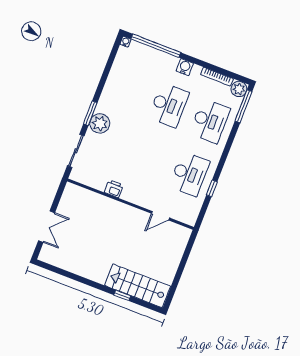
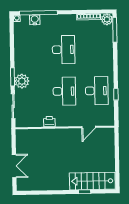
water cooler: (185, 67) -> (35, 20), moved
desk: (210, 121) -> (64, 91), moved

